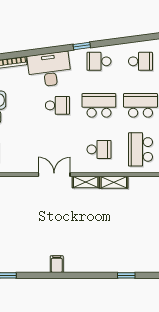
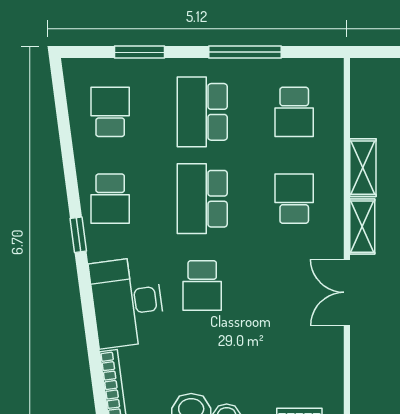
school desk: (57, 105) -> (202, 285), turned 180
school desk: (141, 149) -> (294, 112), width x0.54

